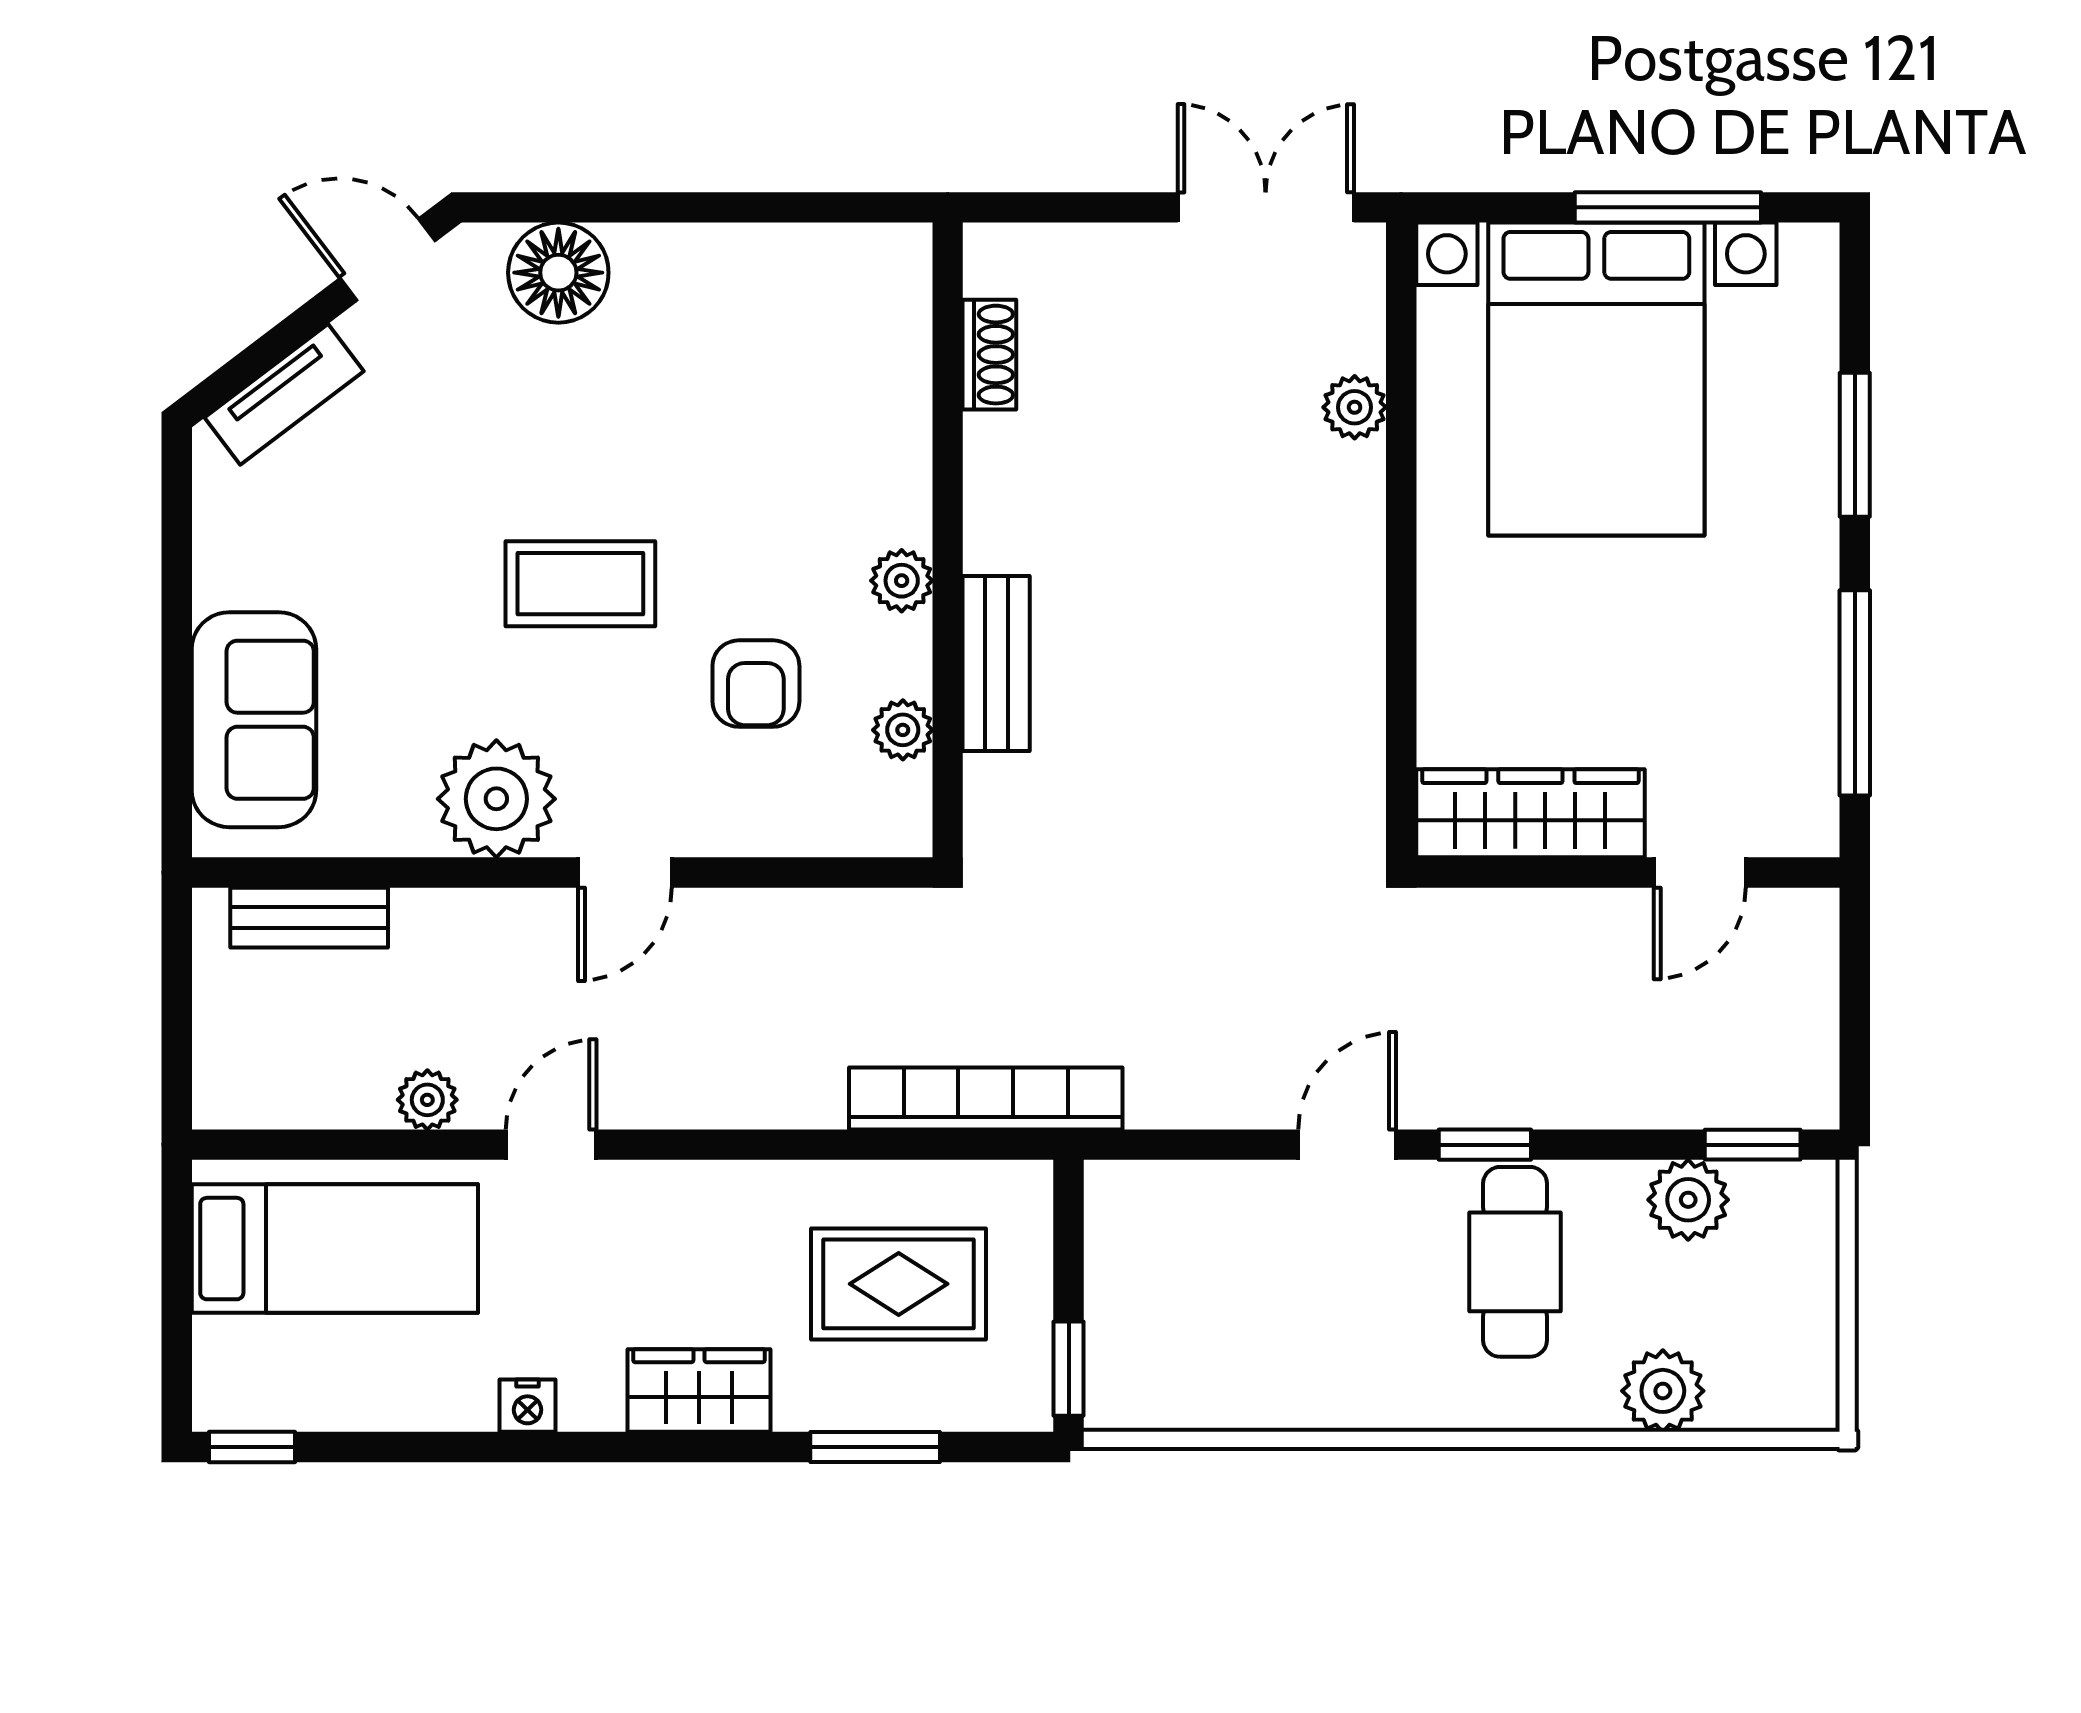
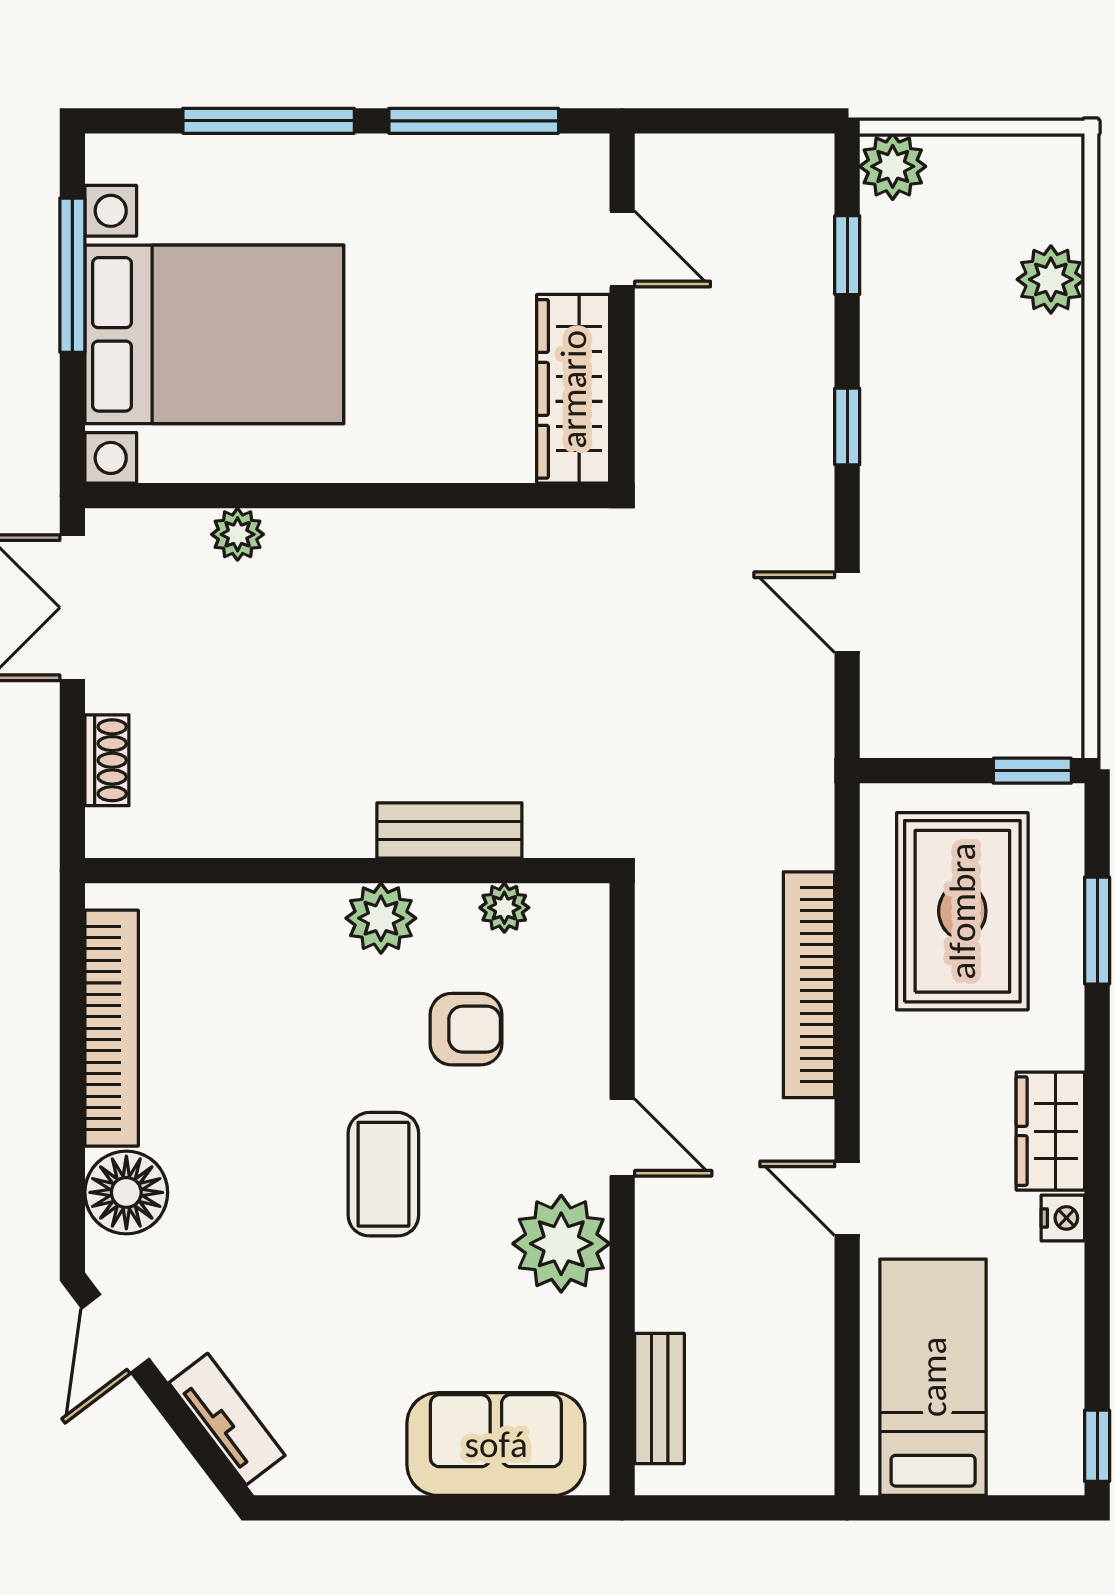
bookcase: (757, 255) -> (112, 1028), added
shoe rack: (989, 355) -> (107, 760), moved, turned 90
window: (1855, 445) -> (269, 121), width x1.44
plant: (902, 581) -> (381, 918), width x1.38, depth x1.38
bookcase: (986, 1098) -> (809, 985), moved
plant: (427, 1100) -> (810, 1301), removed
door: (1347, 1145) -> (847, 612), moved
window: (1753, 1145) -> (847, 255), moved
plant: (1688, 1200) -> (893, 166), moved
cafe table: (1515, 1262) -> (944, 402), removed
rug: (899, 1284) -> (962, 911), width x1.36, depth x1.43
wardrobe: (699, 1390) -> (1050, 1131), moved

